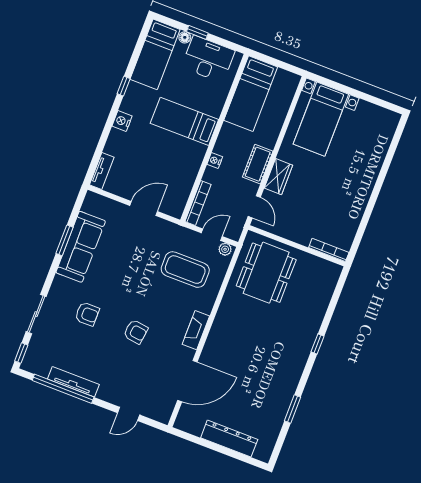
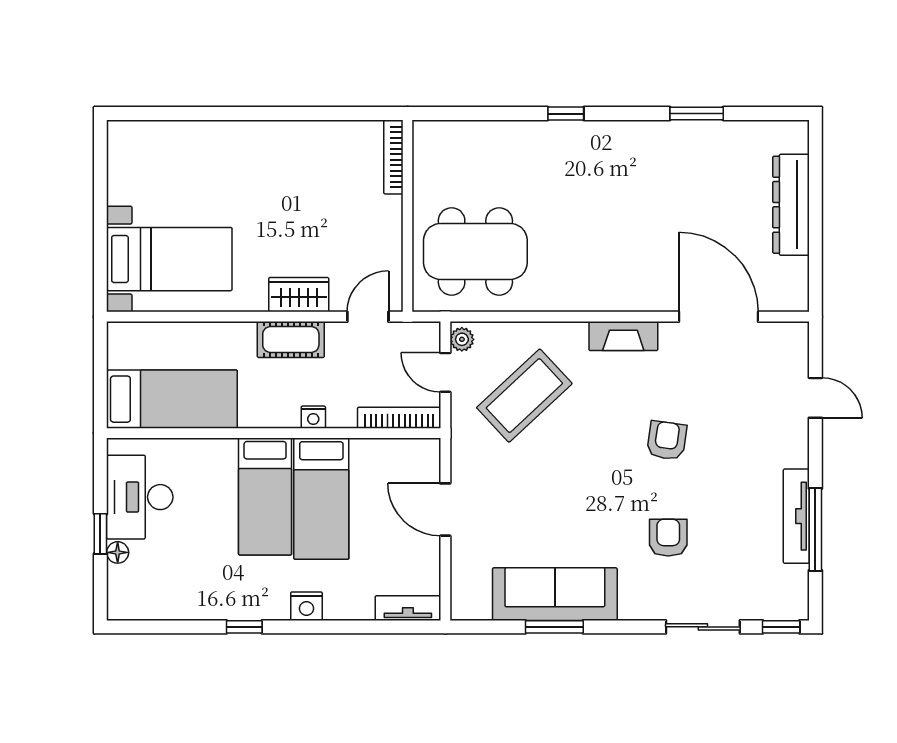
bed: (155, 54) -> (321, 499), moved, turned 90
coffee table: (185, 270) -> (524, 396), turned 47
window: (63, 389) -> (815, 529), width x0.68

